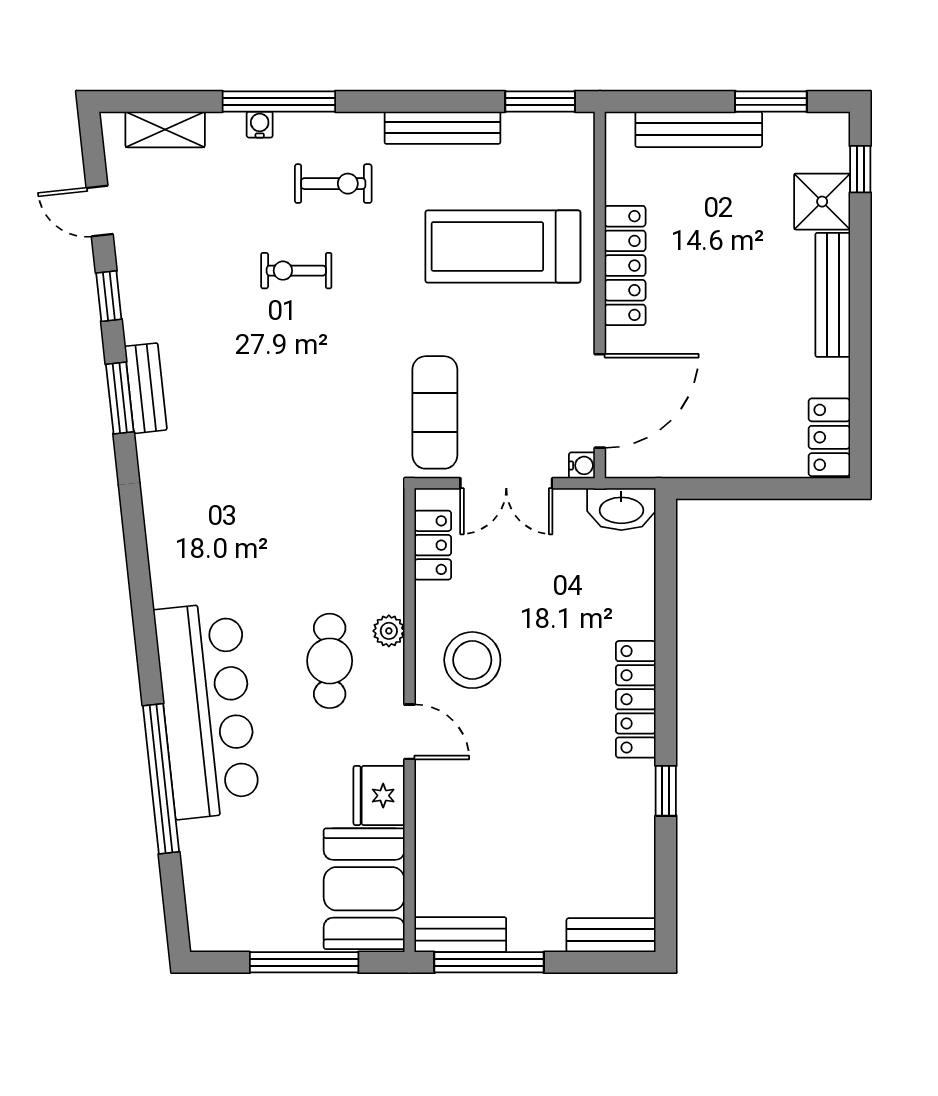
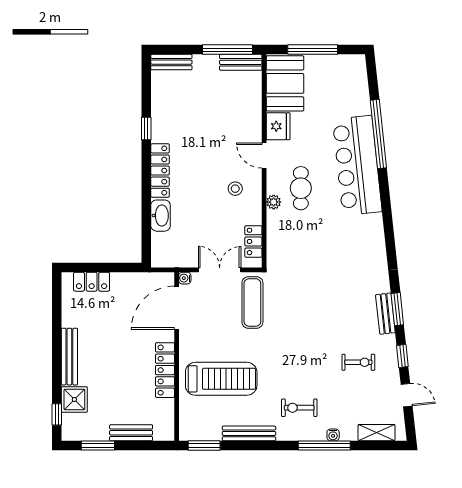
bench: (699, 129) -> (131, 433), width x0.73
exercise bike: (296, 271) -> (358, 362), moved
locker: (829, 437) -> (92, 282), moved, turned 90
washbasin: (621, 509) -> (161, 216), moved, turned 90
stool: (472, 660) -> (235, 189), width x0.53, depth x0.53

